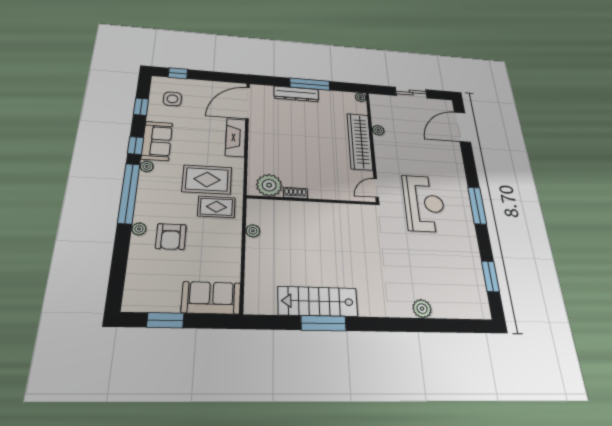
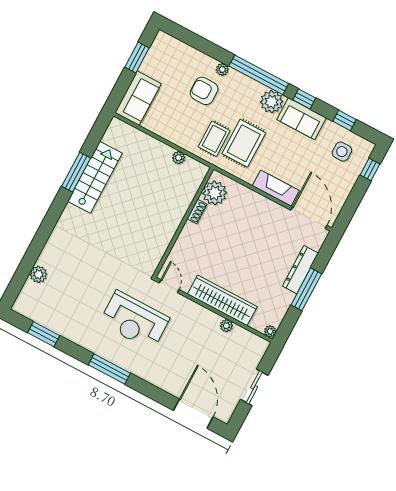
plant: (147, 166) -> (272, 102), width x1.88, depth x1.88
plant: (422, 309) -> (38, 274), moved

